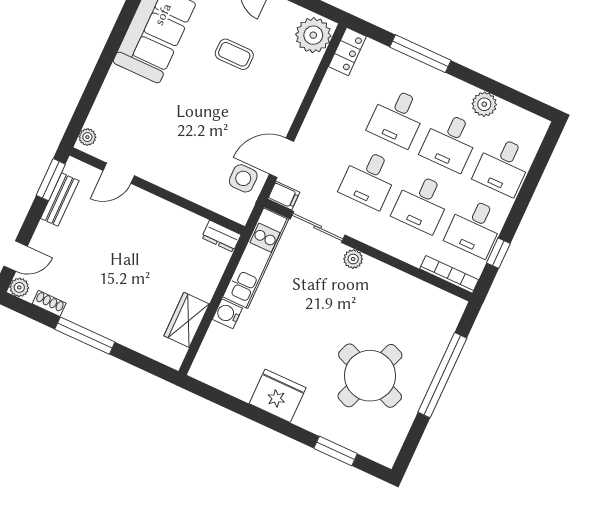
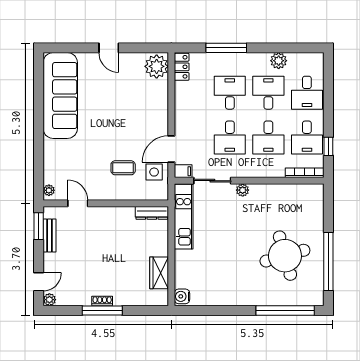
coffee table: (234, 54) -> (123, 168), moved
desk: (397, 117) -> (230, 93), turned 180
desk: (450, 142) -> (268, 93), turned 180
door: (119, 173) -> (78, 203), swing flipped
dresser: (221, 236) -> (152, 213), width x1.44
shoe rack: (49, 303) -> (102, 301), moved
water cooler: (227, 314) -> (182, 296), moved
window: (442, 375) -> (328, 262), moved
round table: (370, 376) -> (285, 256), turned -37
fridge: (278, 396) -> (235, 293), removed
window: (336, 451) -> (285, 310), width x2.11

